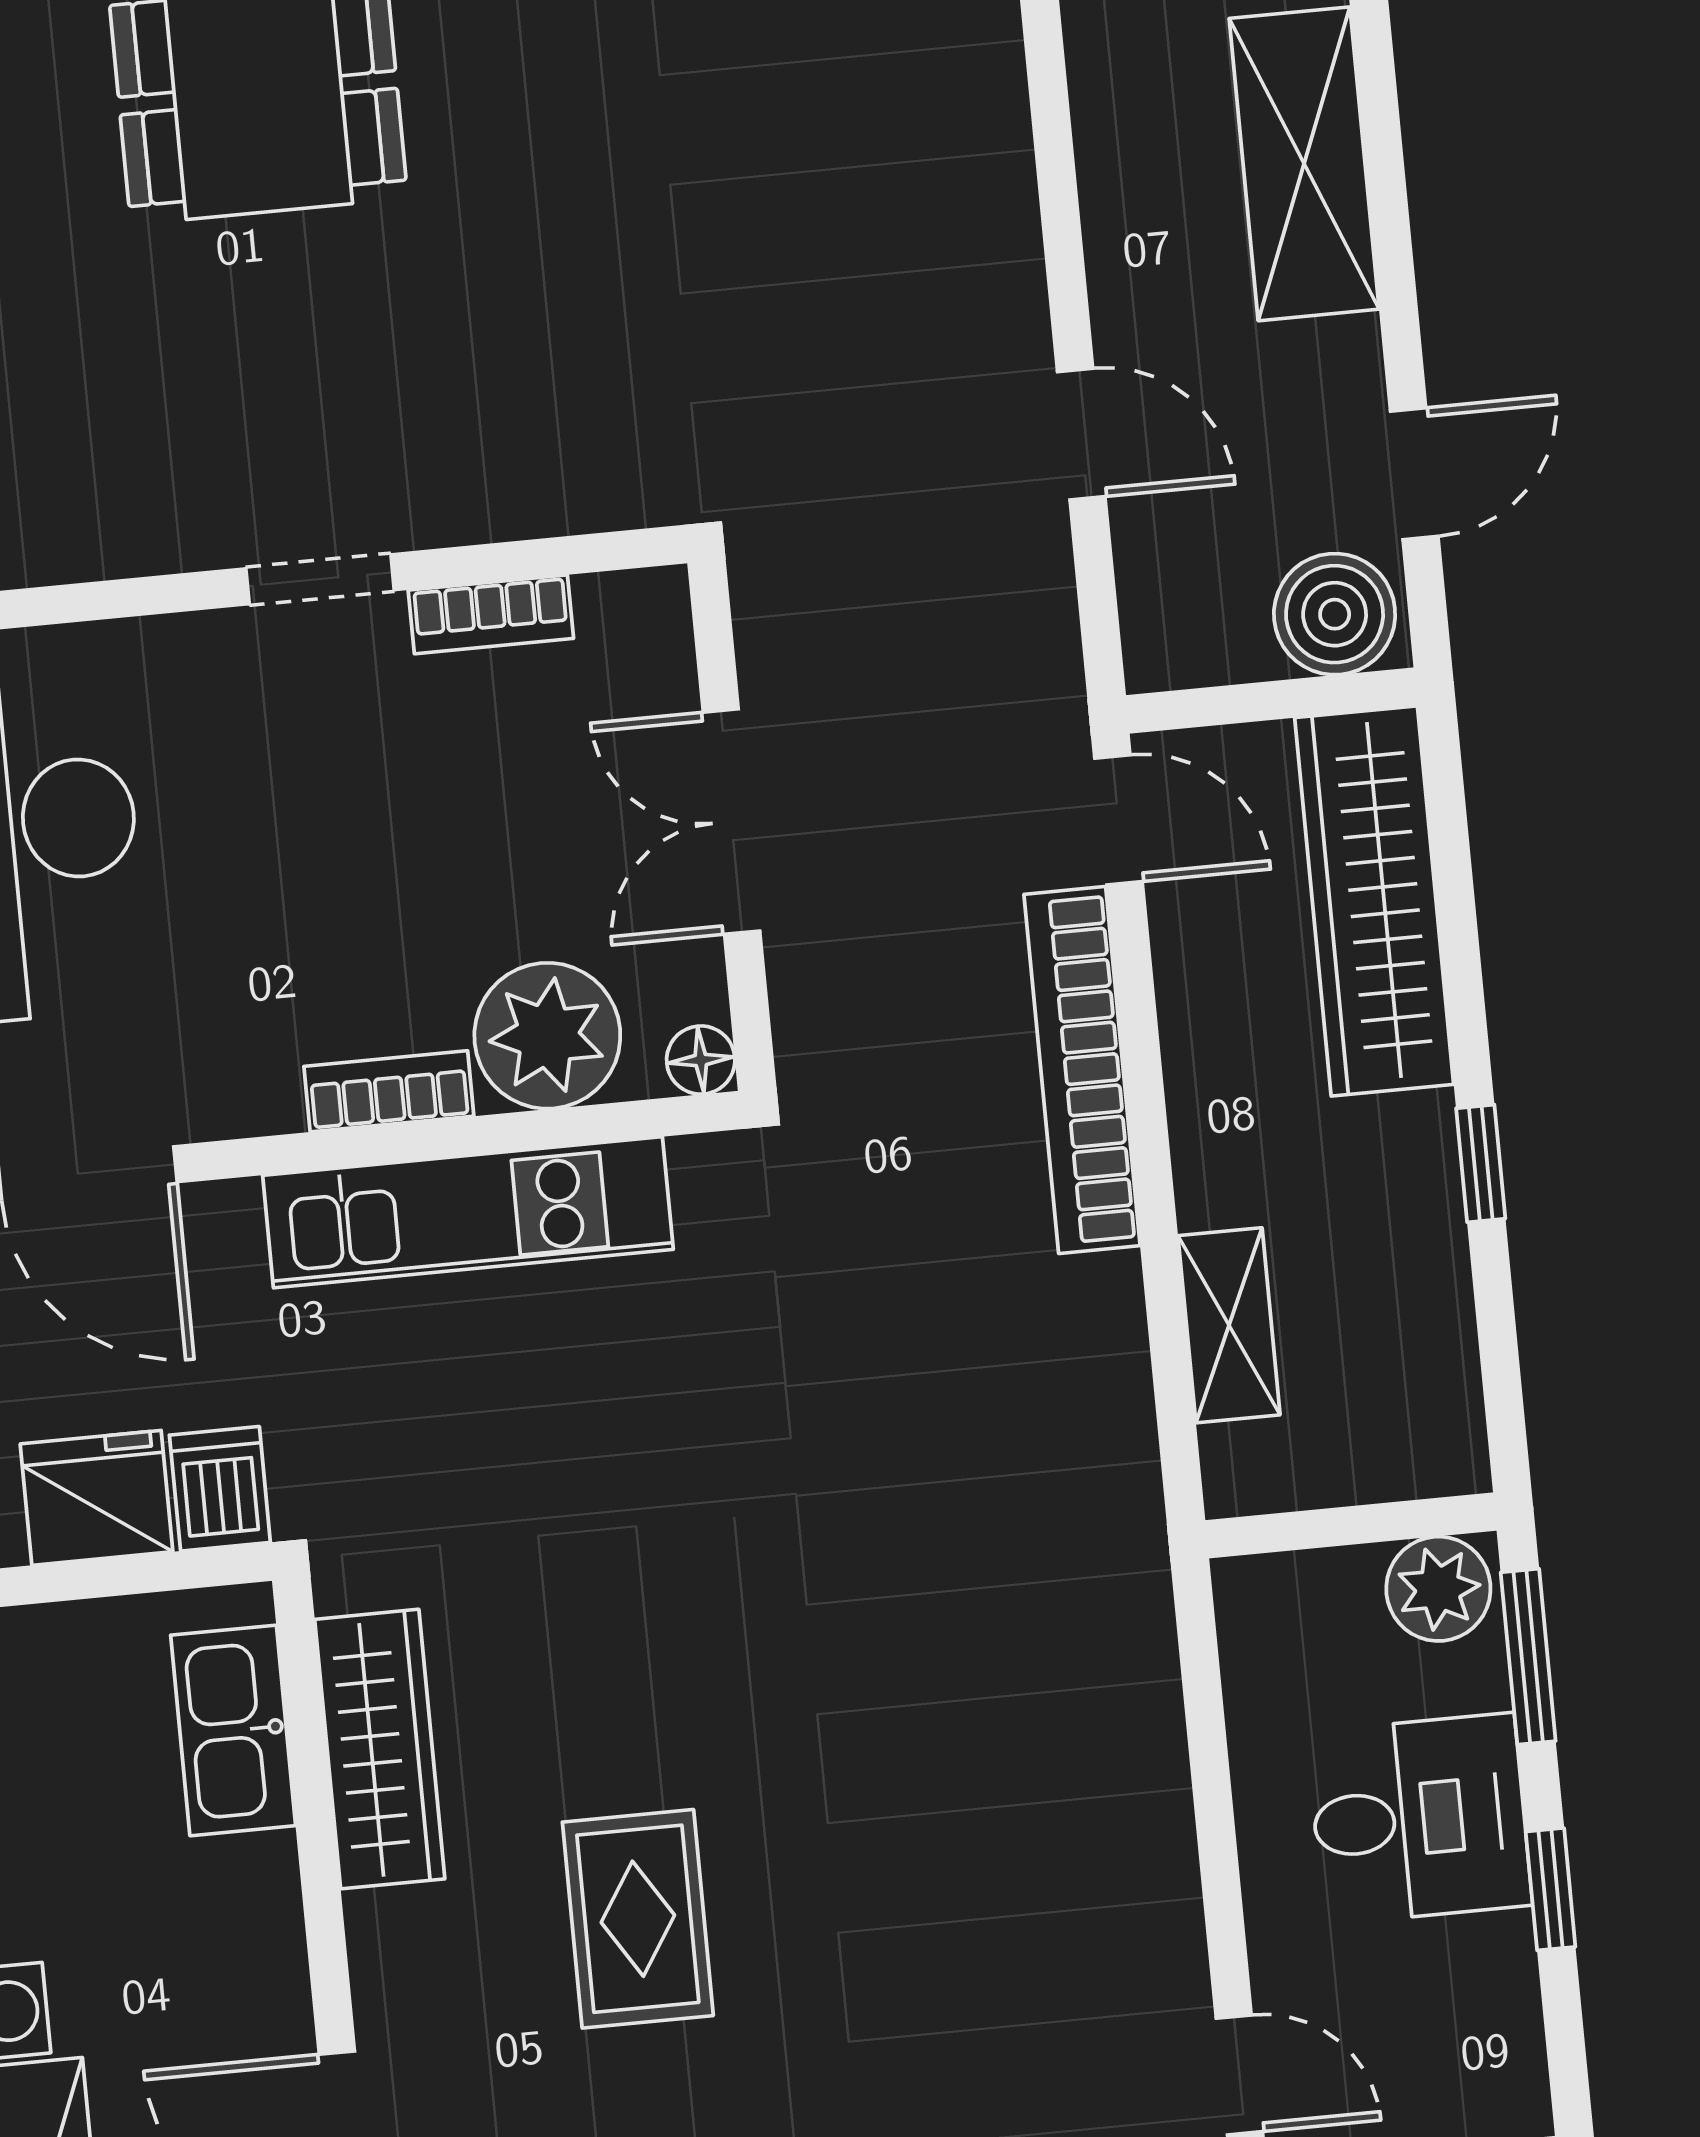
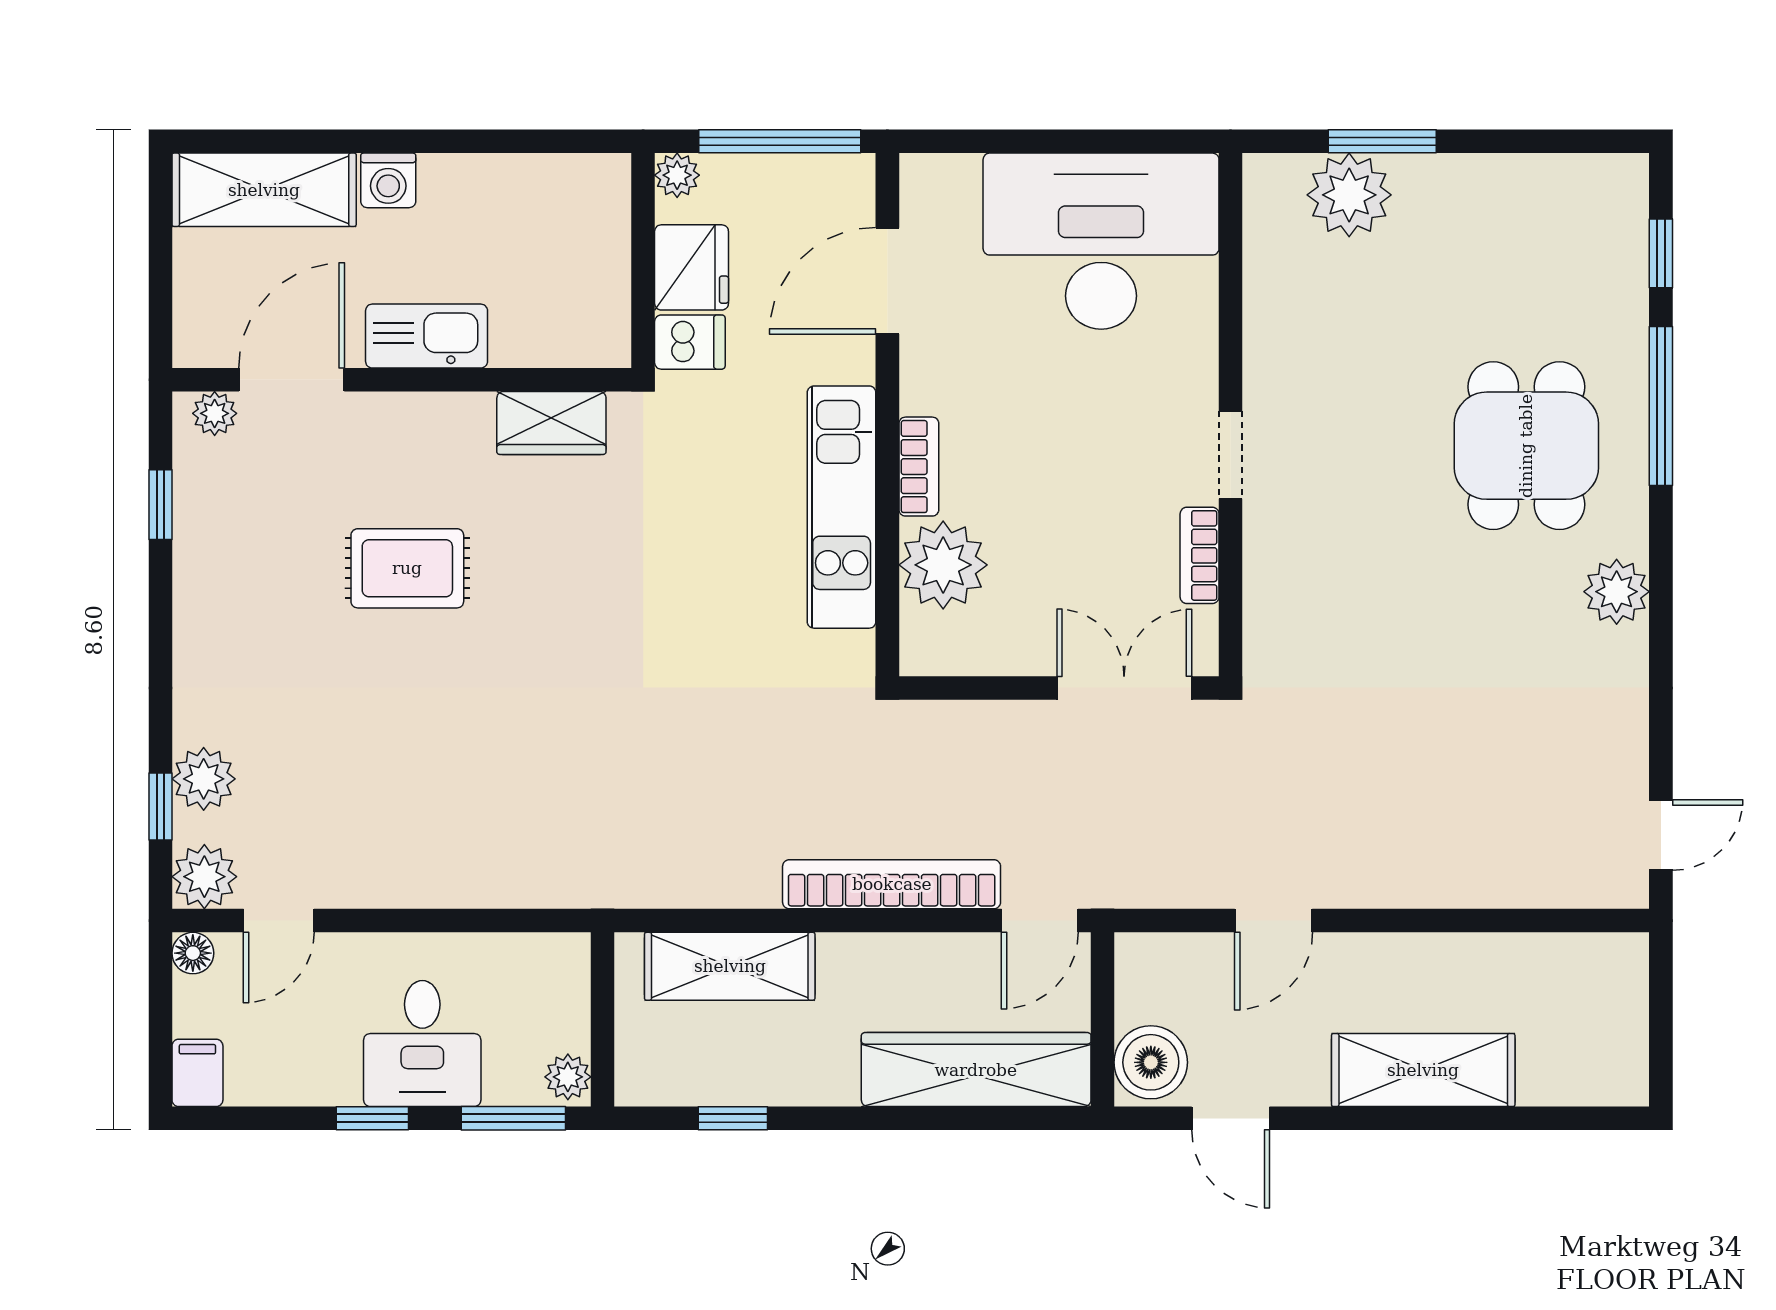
double door: (731, 822) -> (1124, 688), moved
floor lamp: (701, 1060) -> (920, 656), removed
window: (1481, 1163) -> (733, 1118), moved
shelving: (1229, 1325) -> (730, 966), width x1.50, depth x1.33
plant: (1438, 1589) -> (568, 1077), width x0.73, depth x0.73
kitchen sink: (233, 1730) -> (427, 336), moved
wardrobe: (380, 1749) -> (551, 423), width x0.67

